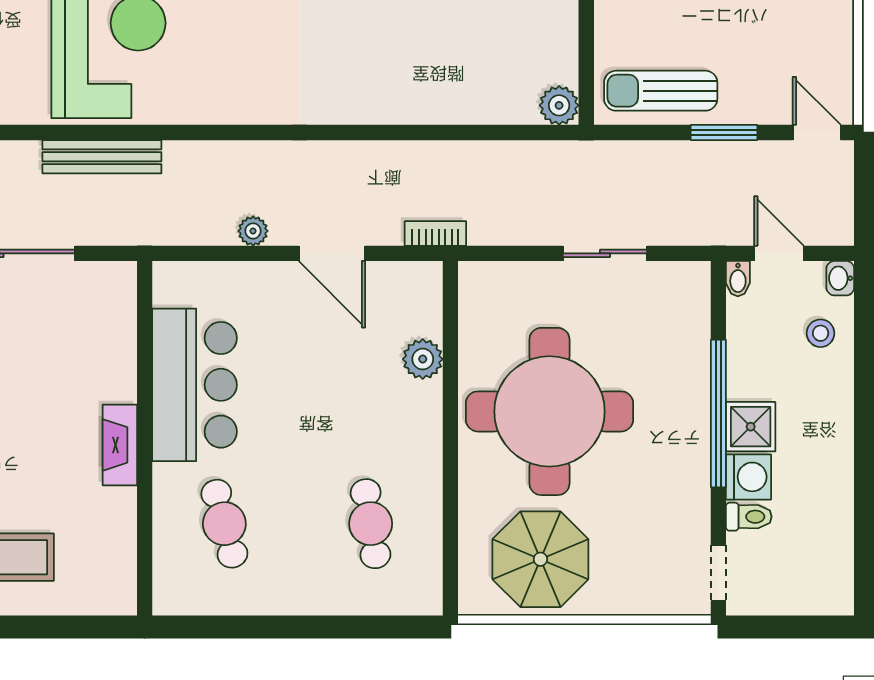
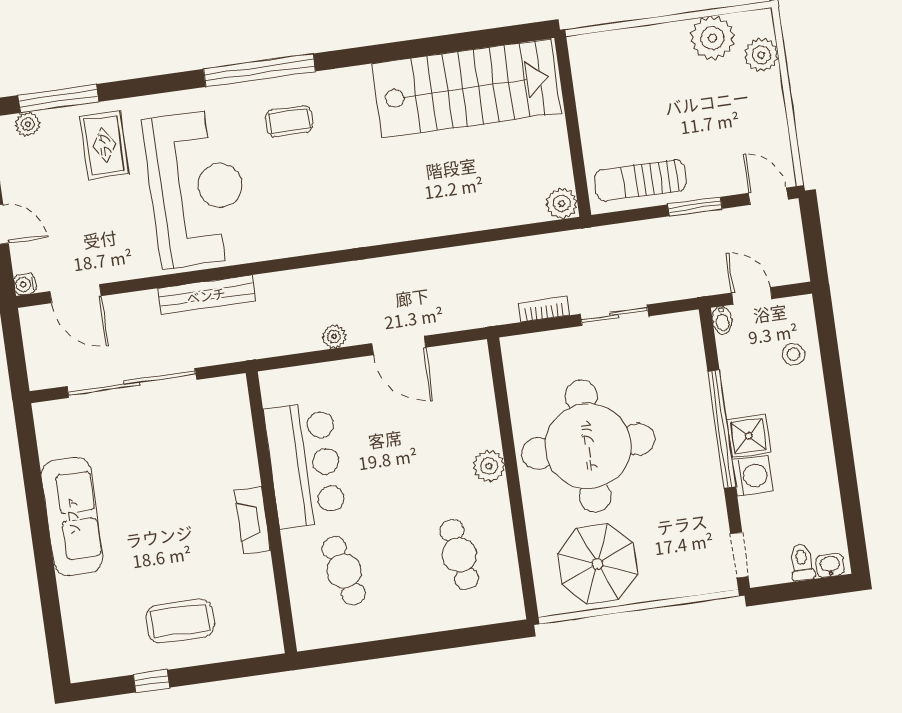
bookcase: (435, 234) -> (544, 309), moved
washbasin: (840, 278) -> (830, 565), moved, turned 90
plant: (423, 359) -> (489, 466), moved
toilet: (749, 517) -> (802, 562), moved, turned -90

